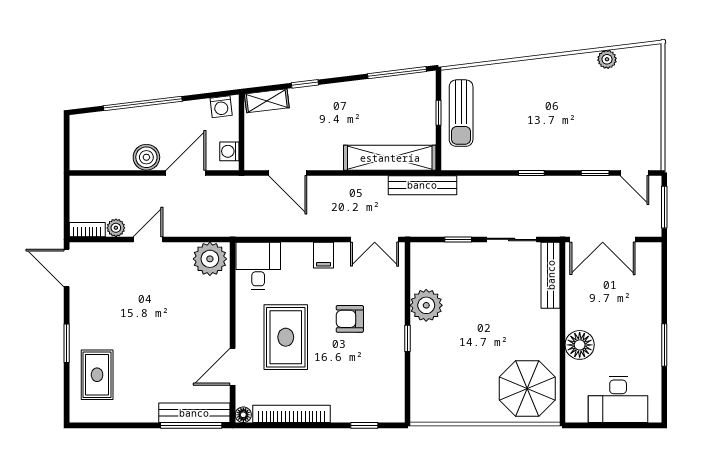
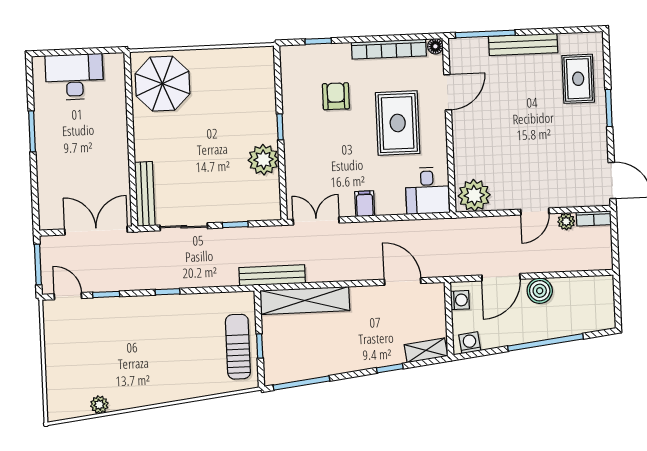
armchair: (350, 319) -> (336, 96), moved, turned -90
floor lamp: (580, 345) -> (114, 128), removed
bench: (194, 413) -> (523, 44), moved

